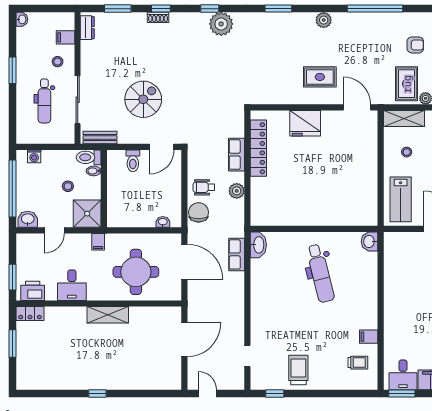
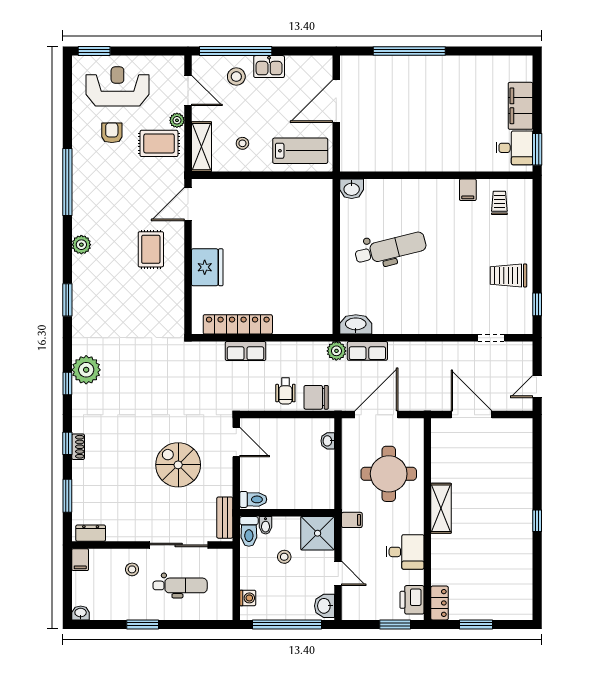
filing cabinet: (66, 37) -> (80, 560), moved
toilet: (133, 161) -> (253, 499), moved
plant: (237, 191) -> (336, 351), moved

